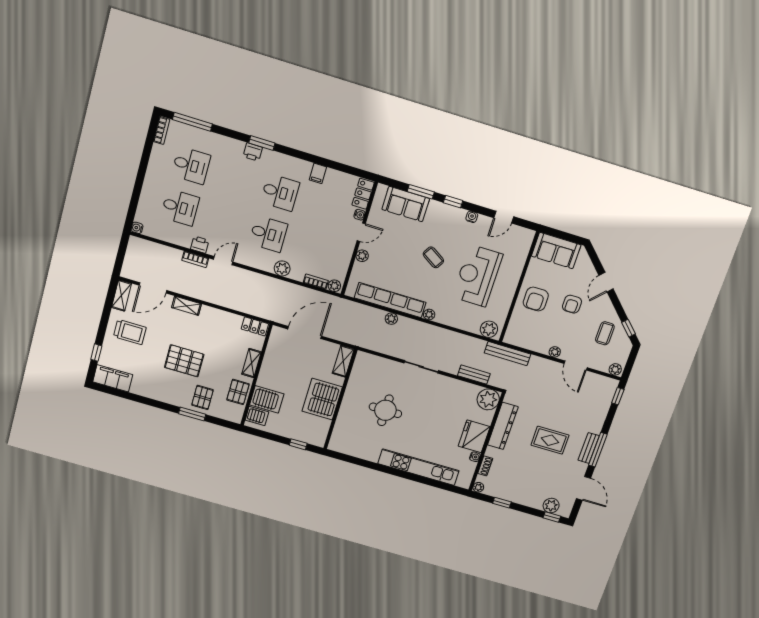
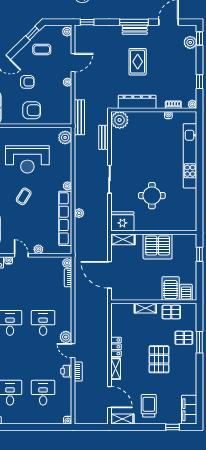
plant: (282, 268) -> (66, 337), moved
locker: (255, 326) -> (116, 347), moved
fridge: (474, 436) -> (122, 221), moved, turned 180

